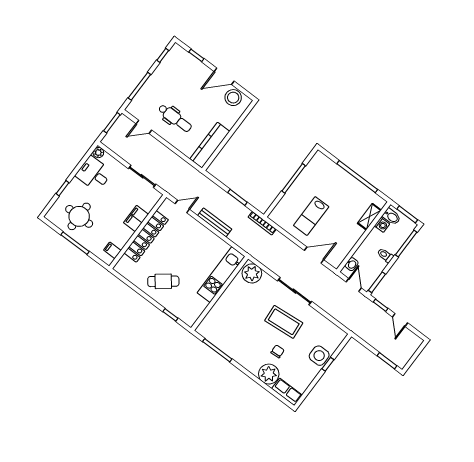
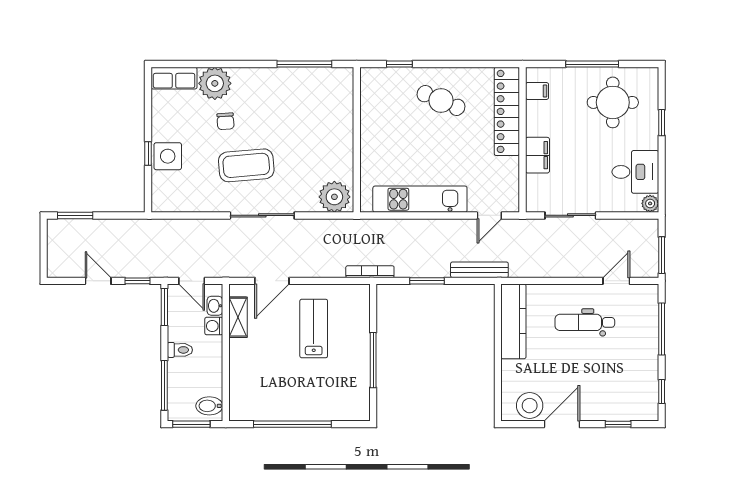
shelving: (369, 217) -> (238, 317), moved
bench: (215, 222) -> (479, 270), moved
washing machine: (382, 225) -> (214, 326), moved
locker: (146, 236) -> (507, 111), moved
kitchen unit: (221, 275) -> (420, 199), moved, turned -90
cafe table: (163, 281) -> (441, 100), turned 61

